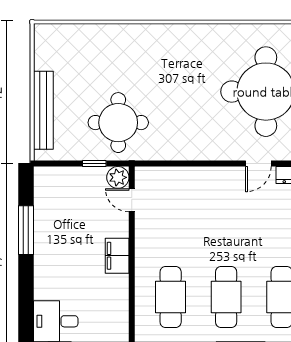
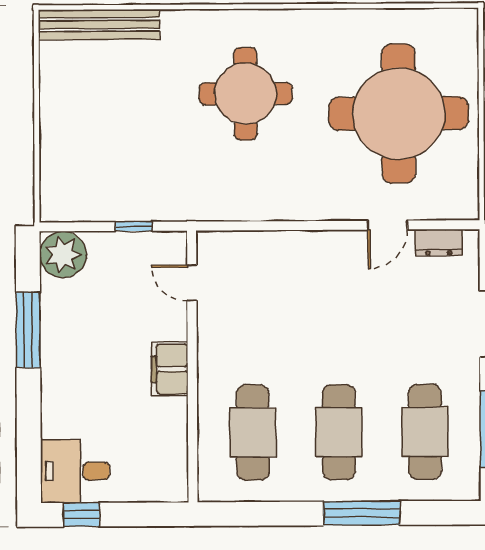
bench: (43, 110) -> (99, 25), moved, turned 90
round table: (118, 123) -> (246, 94), moved
plant: (118, 177) -> (63, 255), moved, width x1.36, depth x1.36

